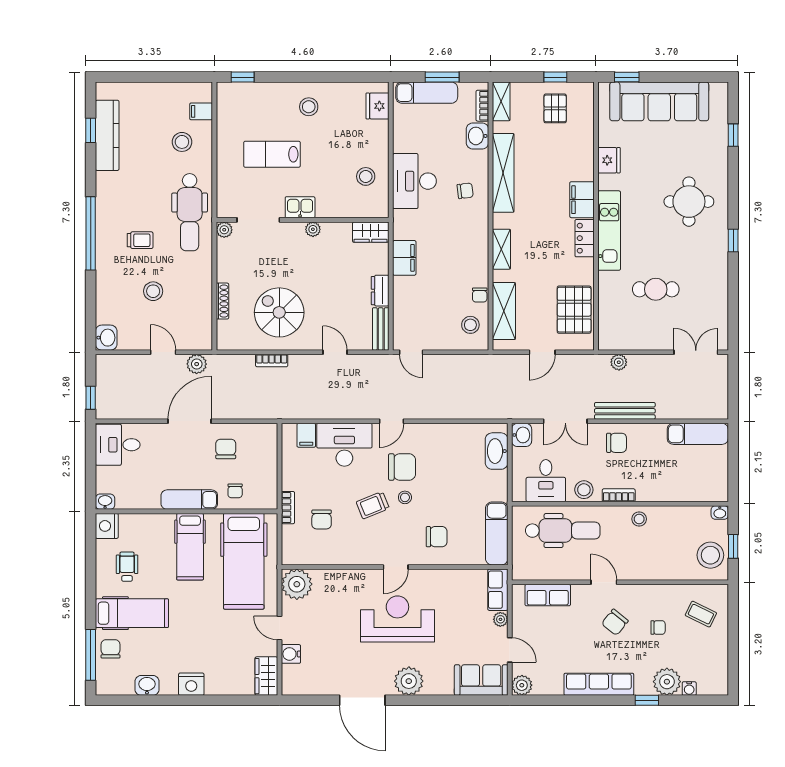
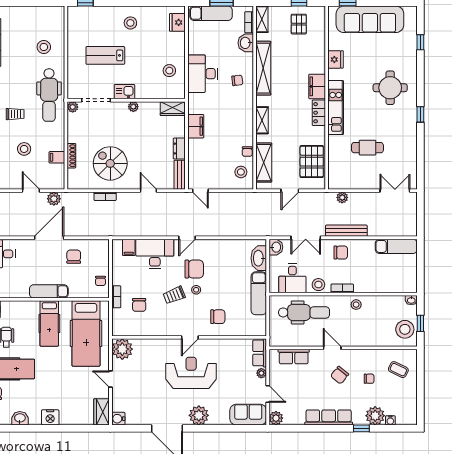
filing cabinet: (201, 111) -> (57, 157), moved
chair: (235, 491) -> (100, 281), moved
exam couch: (497, 533) -> (259, 293), moved
water cooler: (291, 654) -> (118, 419), moved

